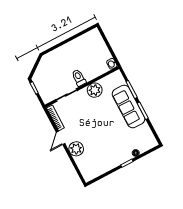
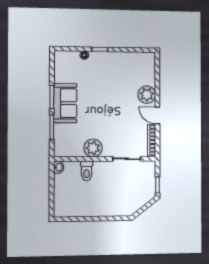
toilet: (79, 78) -> (87, 171), moved
sofa: (128, 106) -> (65, 103), width x0.73
door: (61, 138) -> (157, 115), swing flipped

